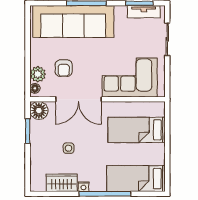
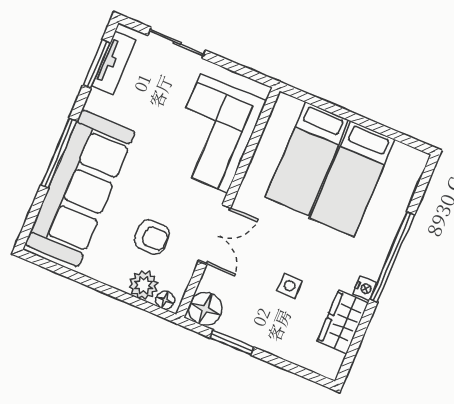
double door: (78, 99) -> (215, 234), width x0.73
bed: (136, 179) -> (352, 179), moved

